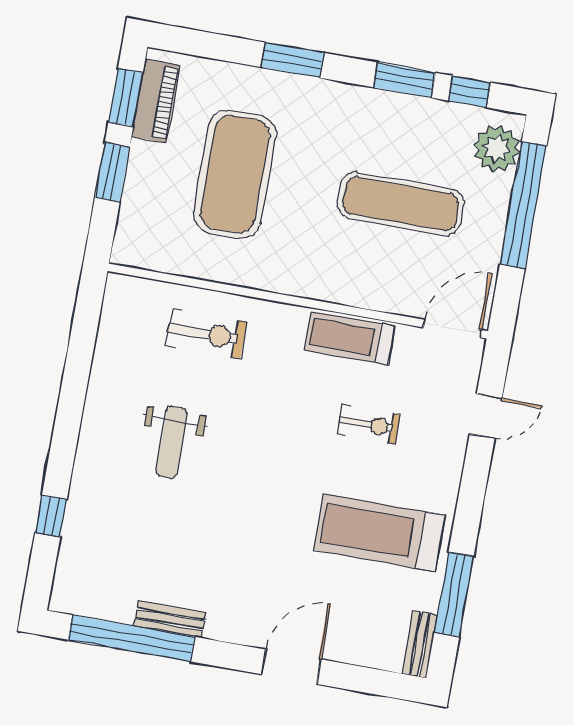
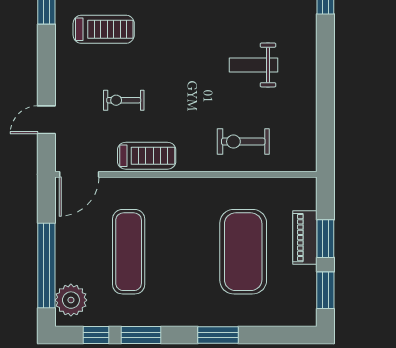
piano: (156, 101) -> (305, 238), moved
exercise mat: (401, 204) -> (129, 252), turned 90
weight bench: (172, 442) -> (254, 65), turned -90
treadmill: (379, 532) -> (104, 29), width x0.73, depth x0.73

